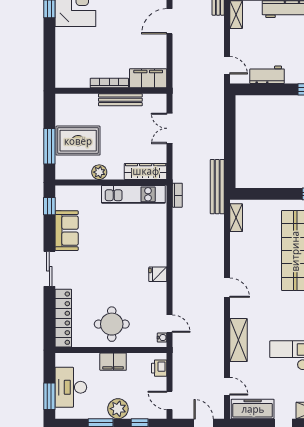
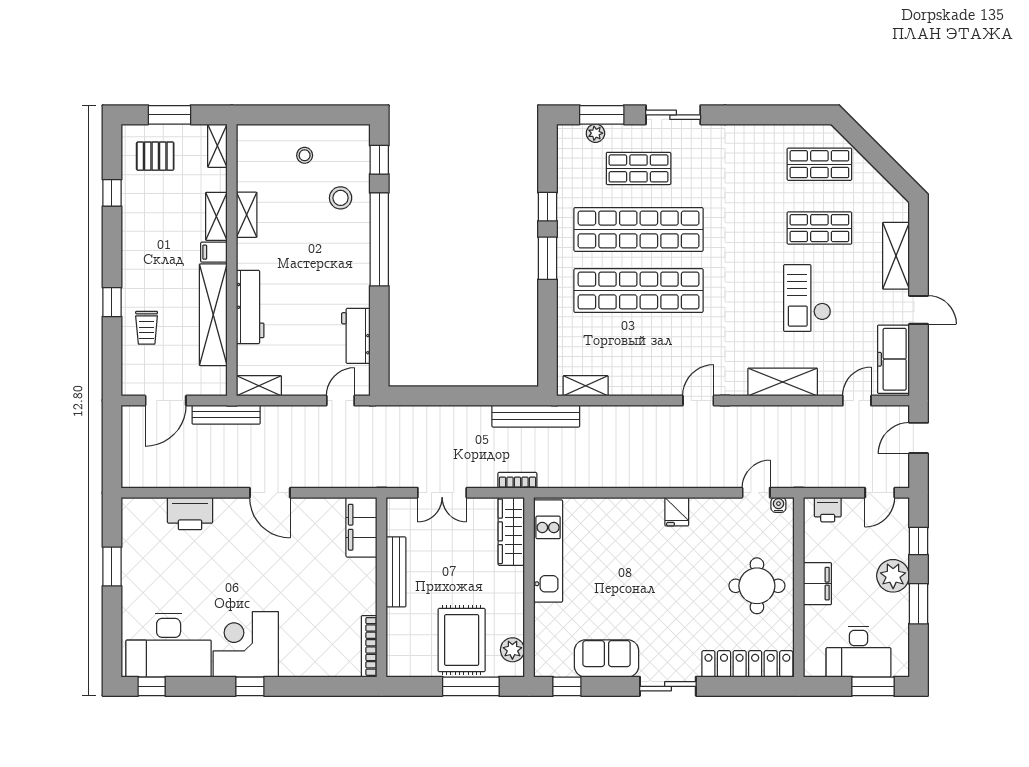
bookcase: (109, 83) -> (369, 646), moved
plant: (99, 172) -> (512, 650), moved
bookcase: (177, 195) -> (517, 480), moved

